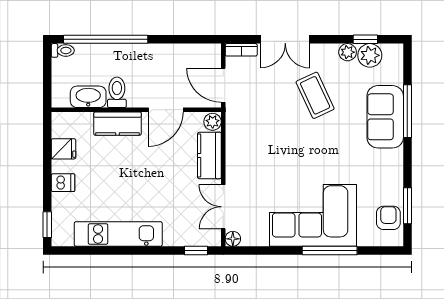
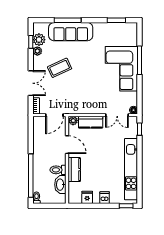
sofa: (385, 117) -> (71, 32), width x1.36
armchair: (388, 218) -> (123, 30), removed
kitchen unit: (118, 234) -> (131, 169), width x1.36

